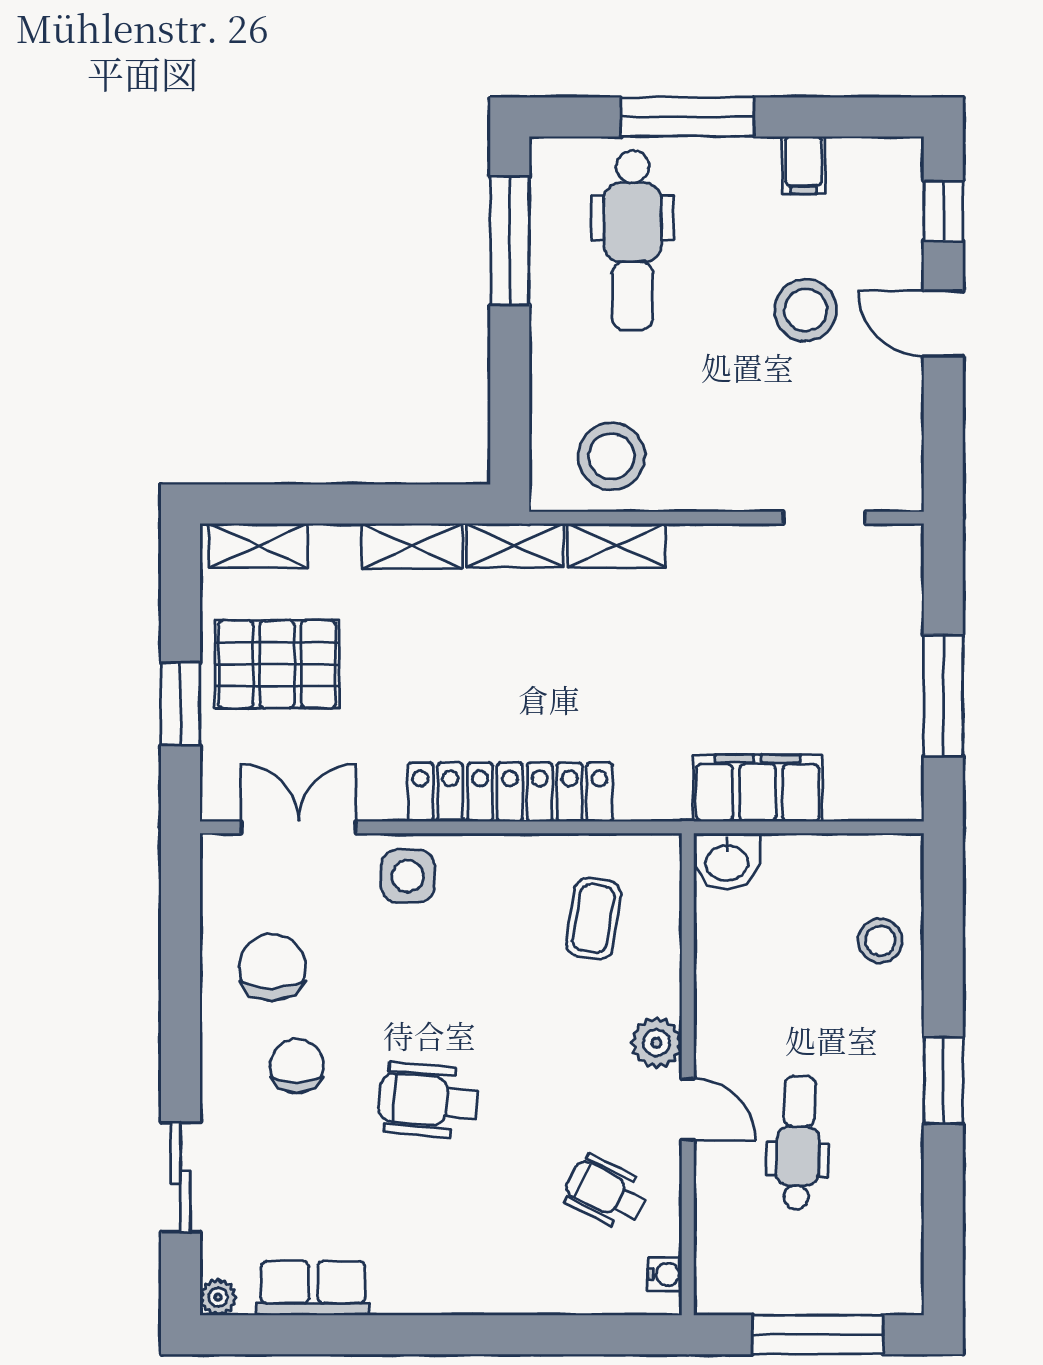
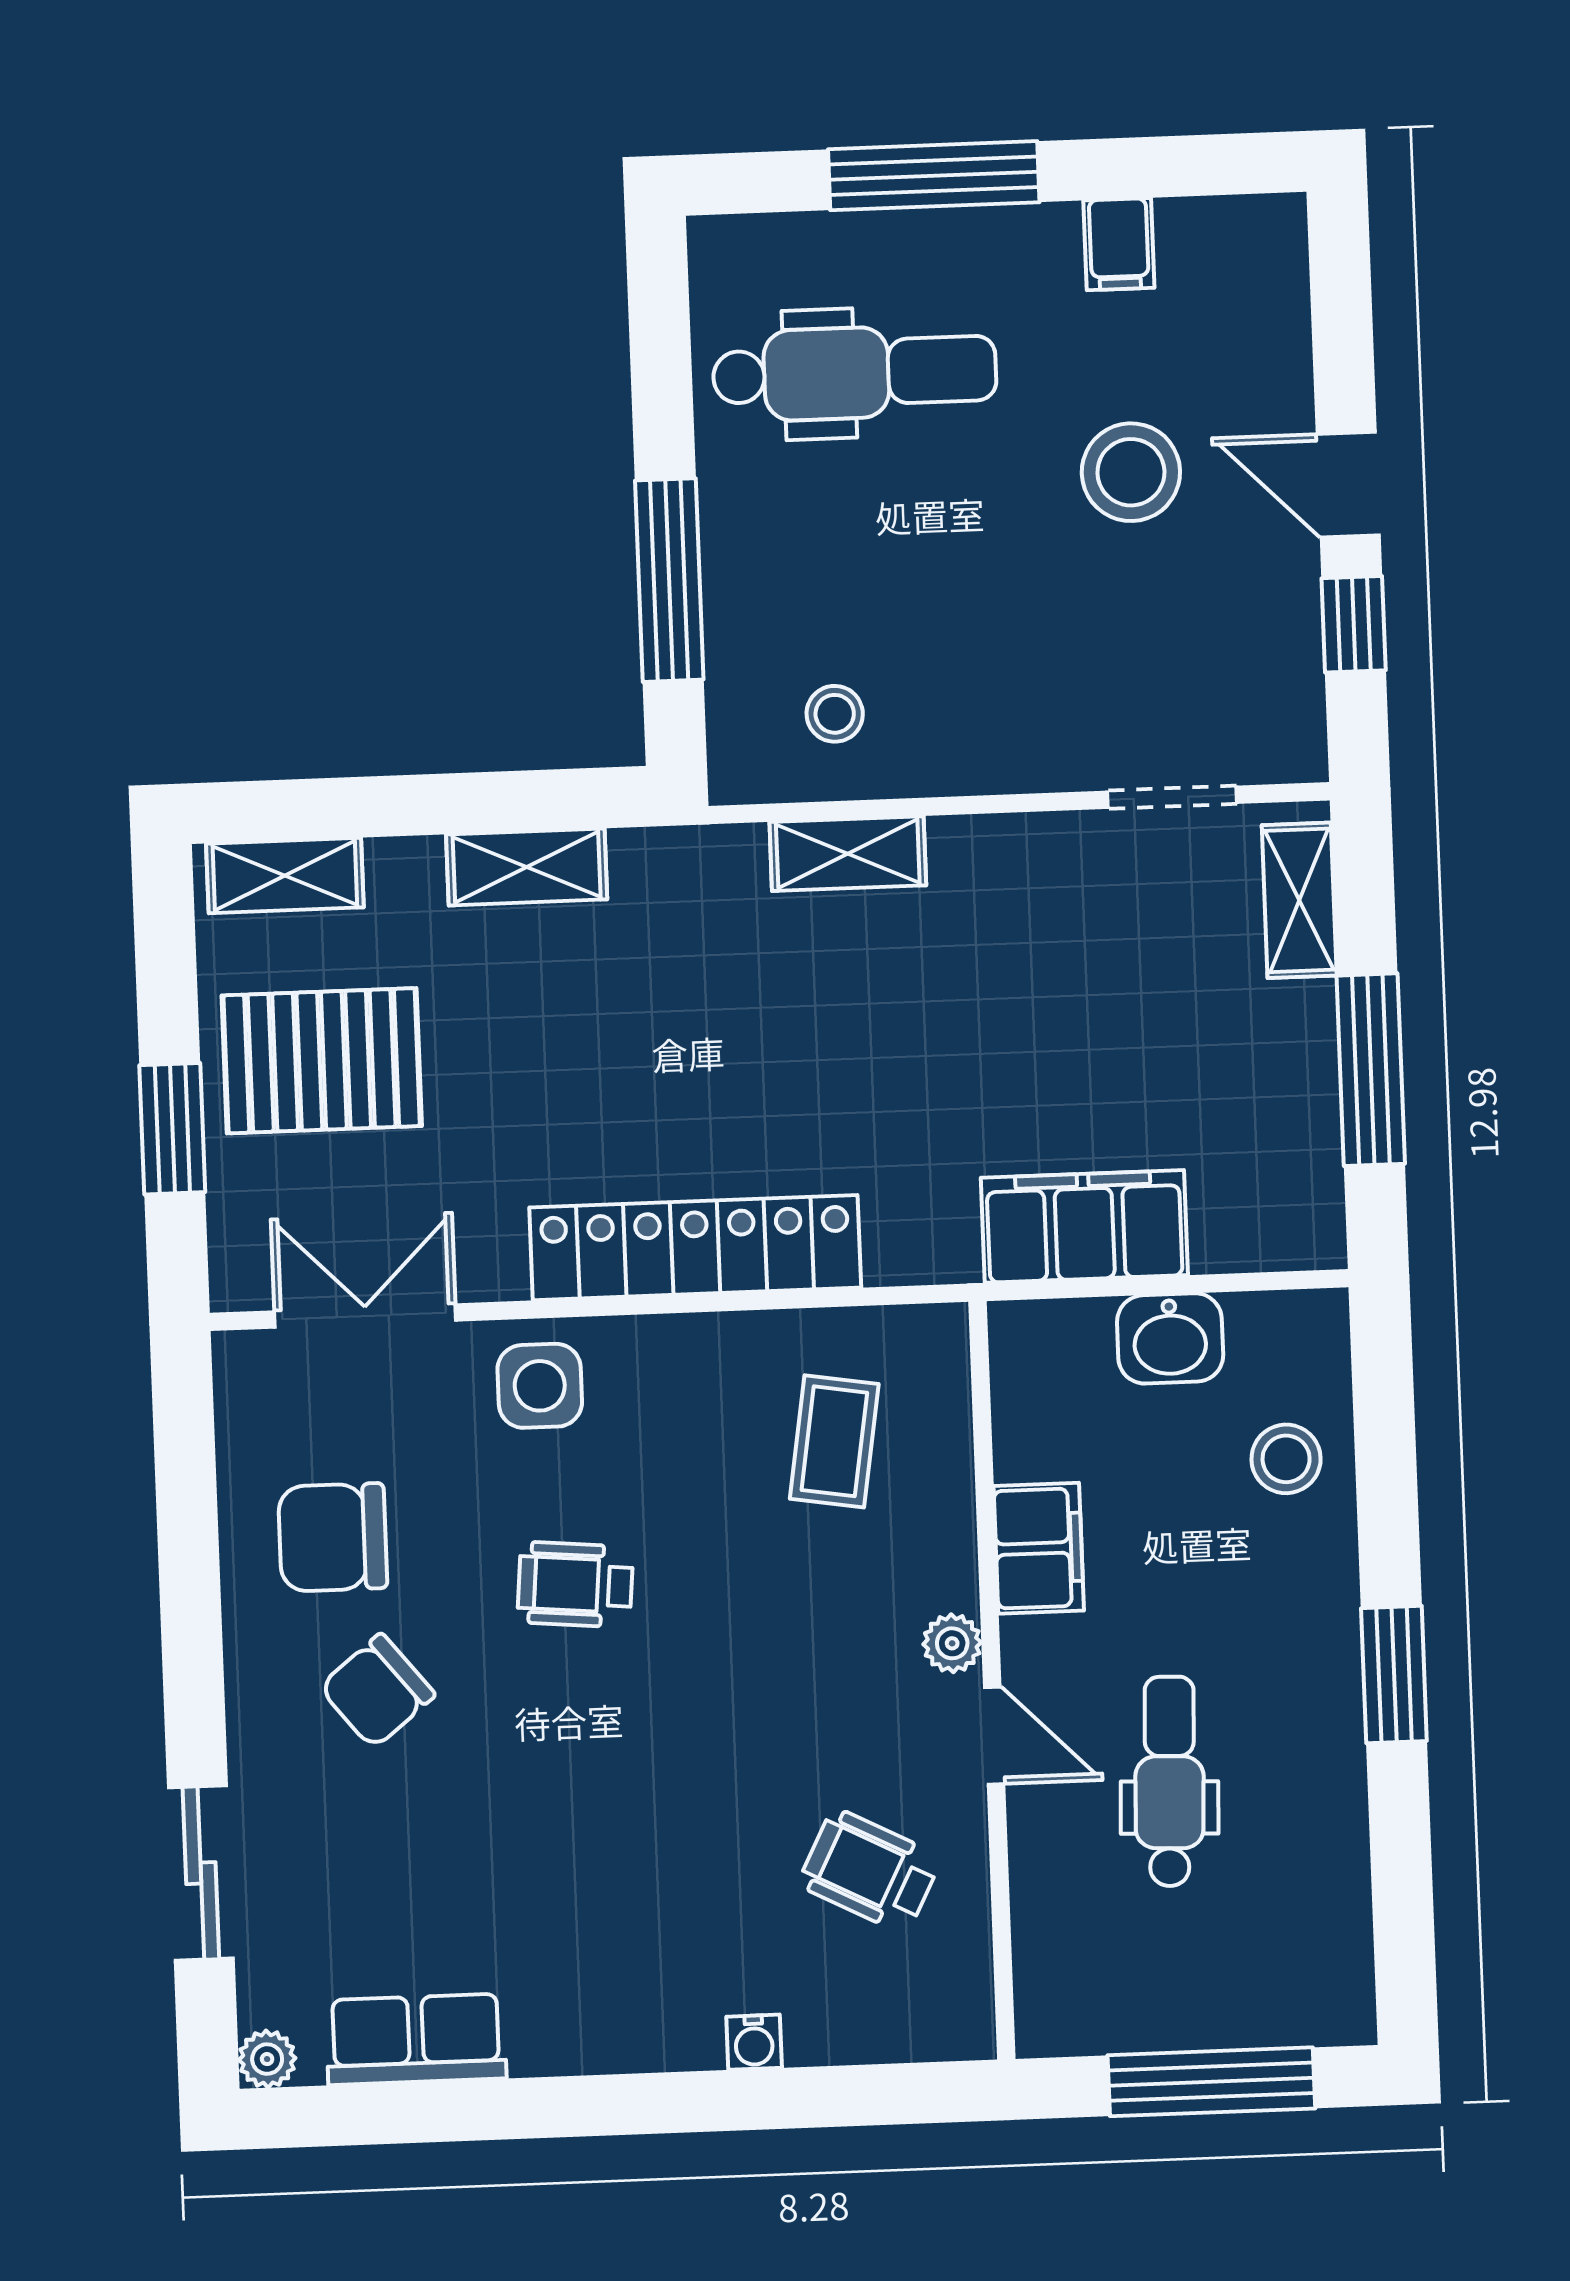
window: (943, 211) -> (1354, 624), moved
dental chair: (632, 240) -> (855, 373), turned -90
window: (510, 241) -> (669, 580), moved
stool: (611, 456) -> (835, 714), width x0.53, depth x0.53
shelving: (515, 545) -> (1299, 900), moved, turned 90
washbasin: (727, 861) -> (1170, 1338), moved
chair: (272, 967) -> (333, 1537), turned -90
filing cabinet: (721, 991) -> (1039, 1548), added
plant: (656, 1043) -> (952, 1643), width x0.73, depth x0.73
chair: (297, 1066) -> (377, 1691), turned -129
wheelchair: (428, 1100) -> (575, 1585), moved, width x0.73, depth x0.73
water cooler: (665, 1274) -> (754, 2042), moved, turned 90

